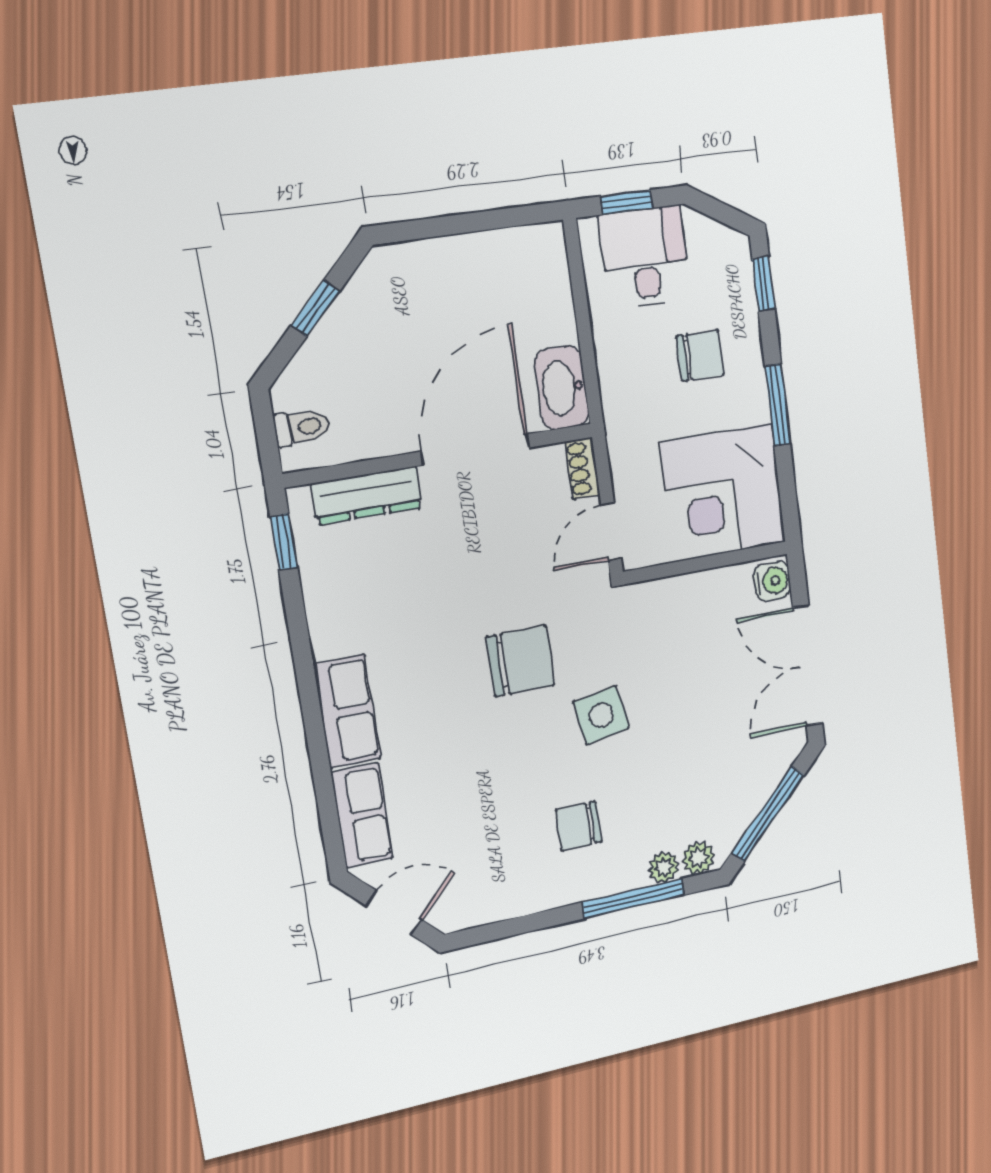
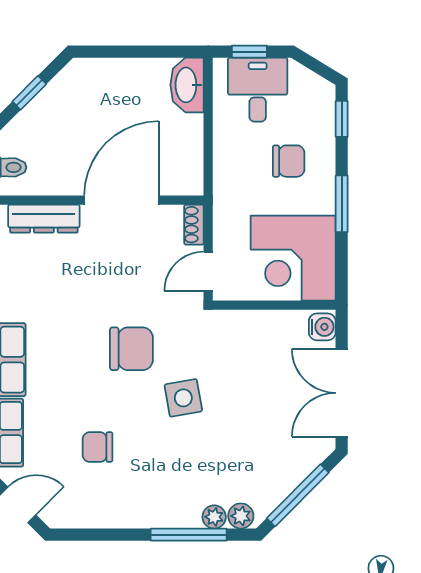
washbasin: (562, 388) -> (187, 85), moved
chair: (579, 826) -> (98, 447), moved

